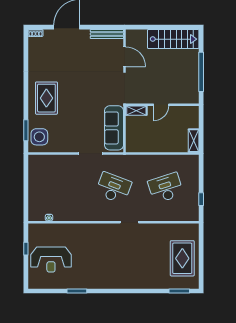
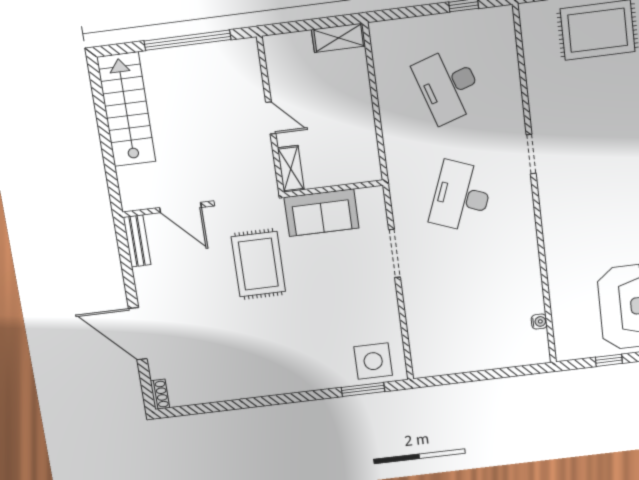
bench: (107, 34) -> (137, 241), width x0.73
door: (125, 57) -> (180, 208), swing flipped
rug: (46, 98) -> (258, 264), moved, turned 90
sofa: (114, 128) -> (321, 213), width x0.73

